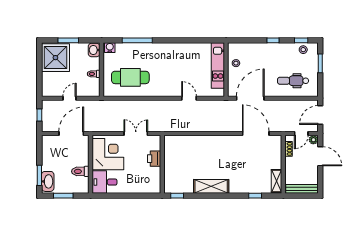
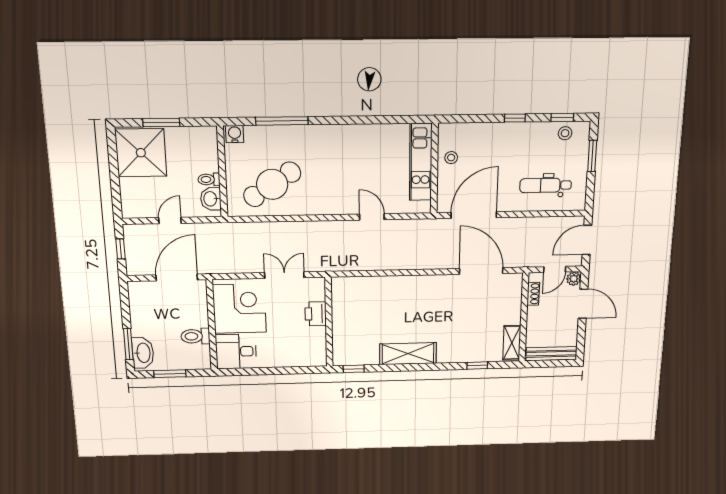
washbasin: (94, 50) -> (211, 199), moved
cafe table: (130, 77) -> (272, 184), turned -33

